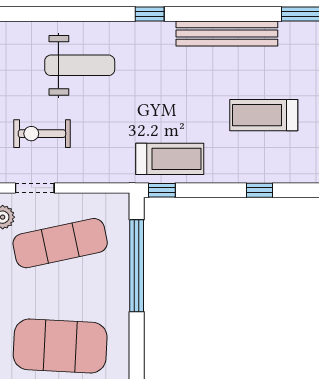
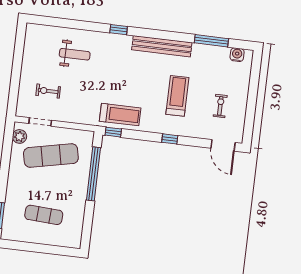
weight bench: (80, 65) -> (75, 54), width x0.73, depth x0.75
treadmill: (264, 115) -> (177, 96), turned 90
exercise bike: (42, 134) -> (48, 91), width x0.73, depth x0.72
exercise mat: (60, 346) -> (44, 215), width x0.50, depth x0.69

